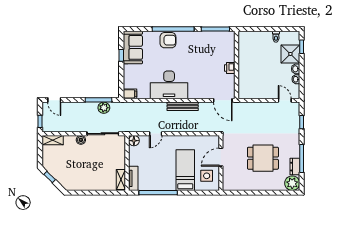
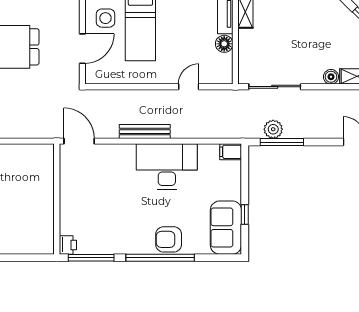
printer: (230, 68) -> (68, 245), moved
boiler: (81, 140) -> (331, 77), moved
floor lamp: (134, 141) -> (224, 44), moved

